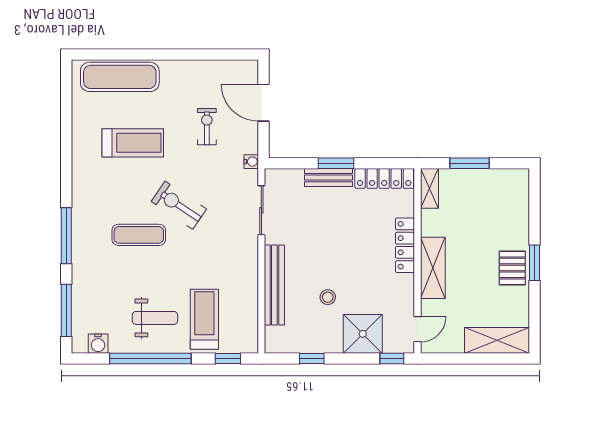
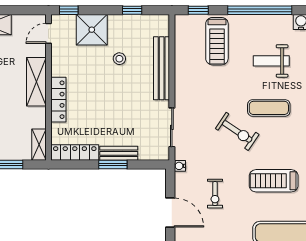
weight bench: (155, 318) -> (271, 61), moved

